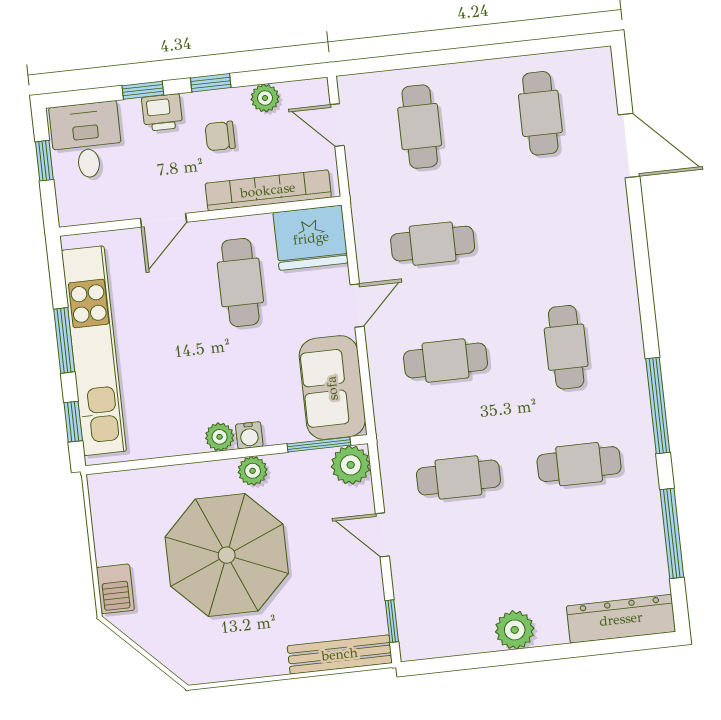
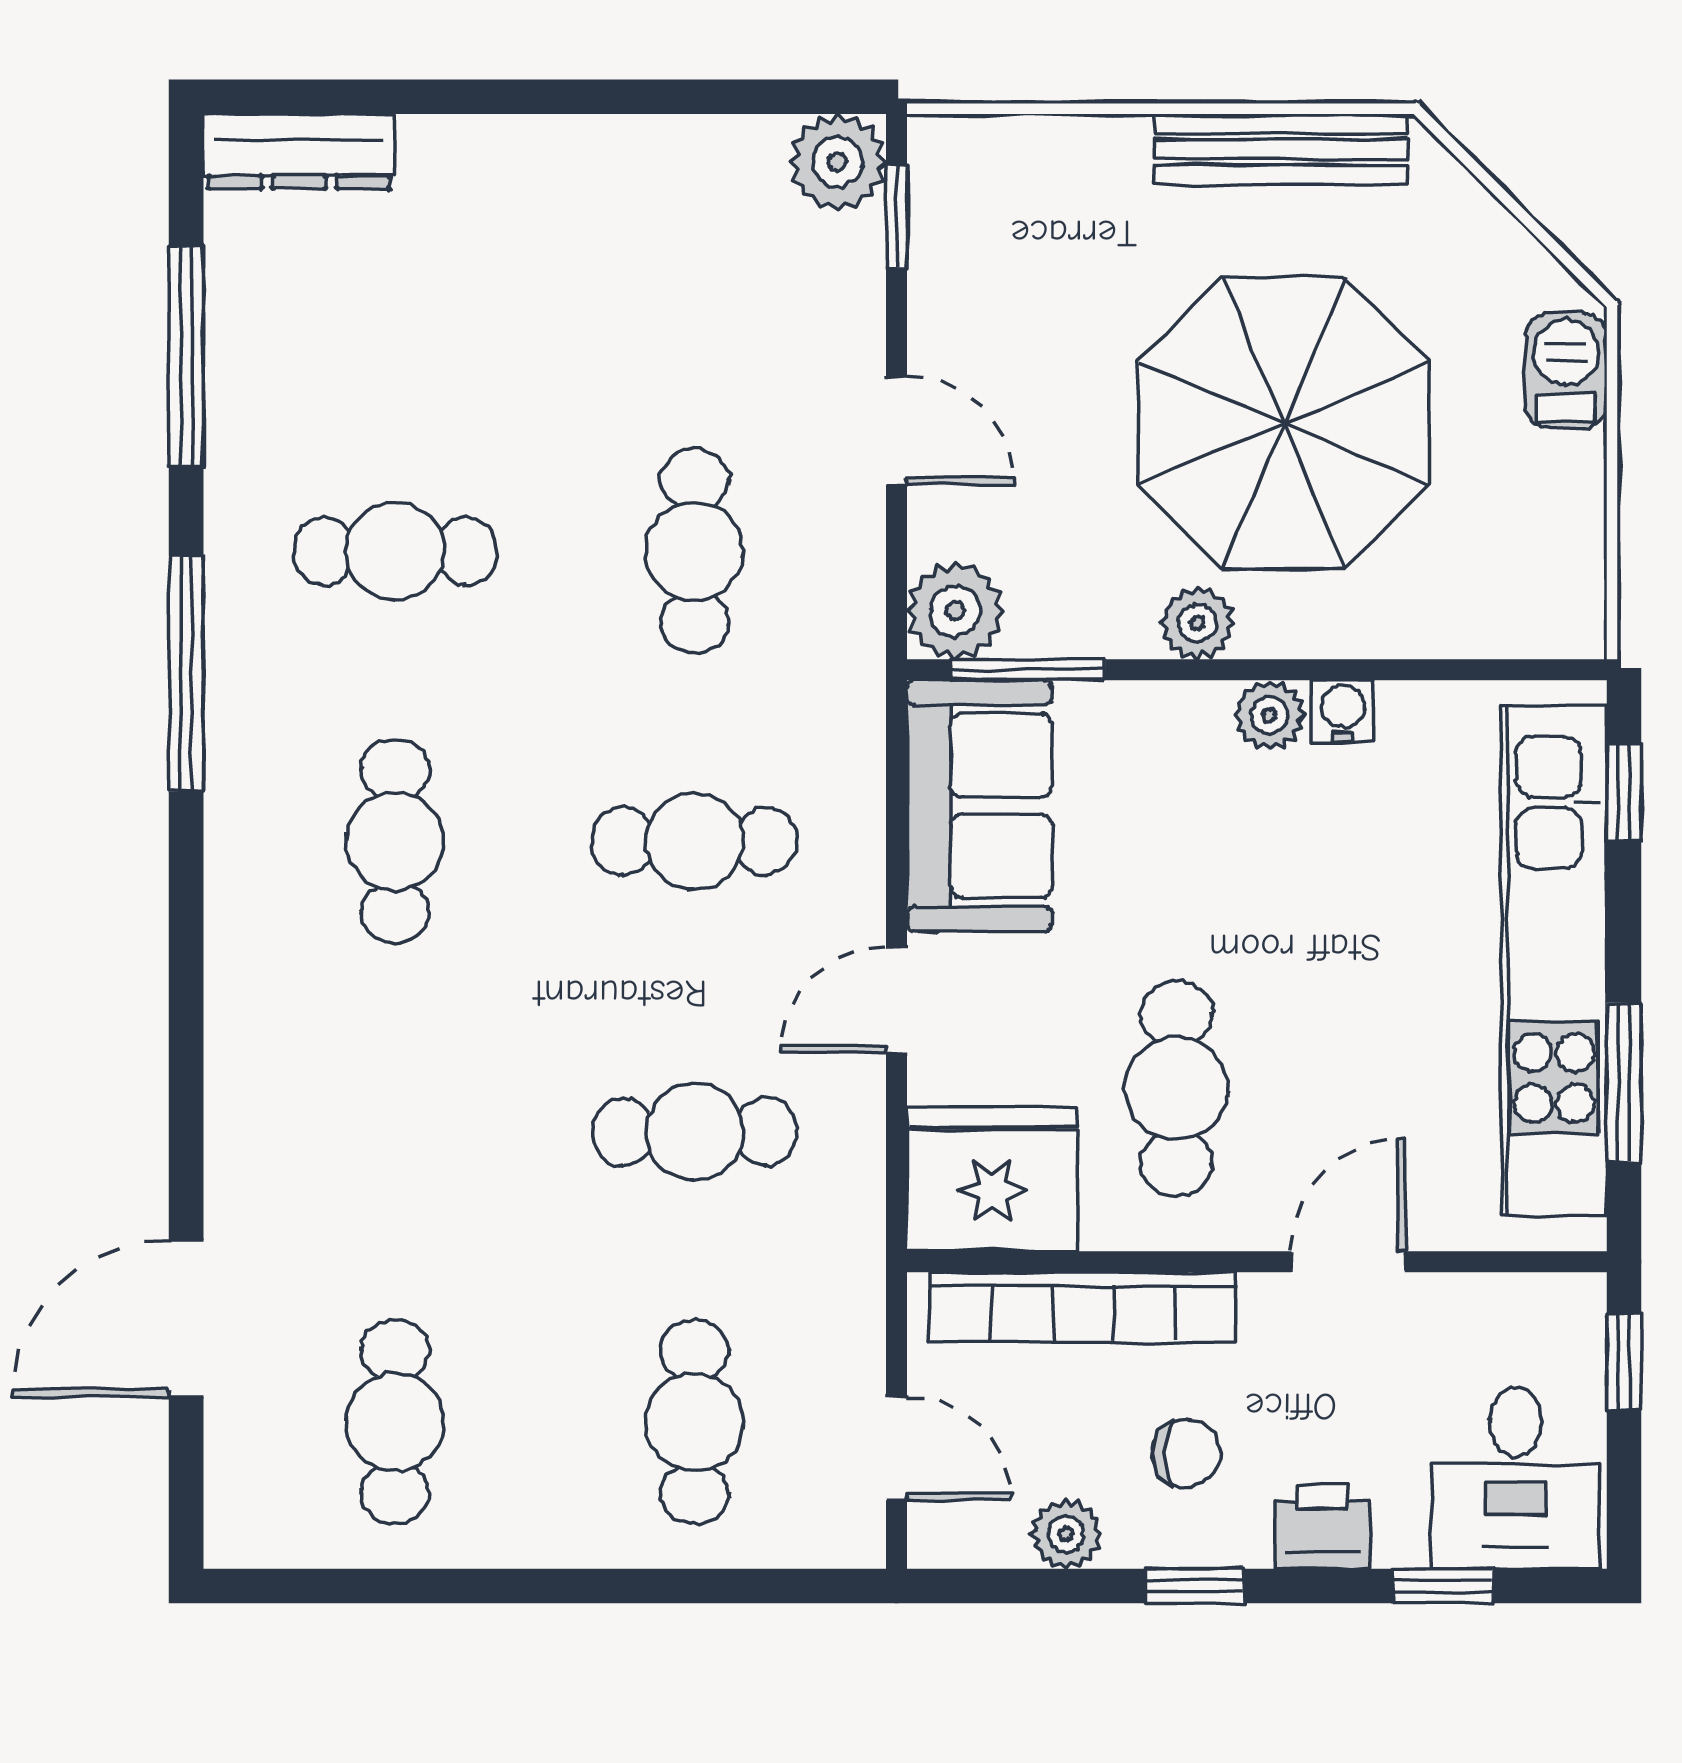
window: (143, 90) -> (1443, 1586), moved
door: (629, 146) -> (186, 1319), hinge flipped
window: (44, 161) -> (1624, 1362), moved
window: (64, 340) -> (1624, 1083), moved
water cooler: (249, 435) -> (1342, 711), moved
cafe table: (458, 477) -> (694, 551), turned 90
dresser: (621, 619) -> (299, 151), width x0.73, depth x0.80
plant: (515, 630) -> (837, 162), moved
bench: (340, 654) -> (1281, 149), moved

